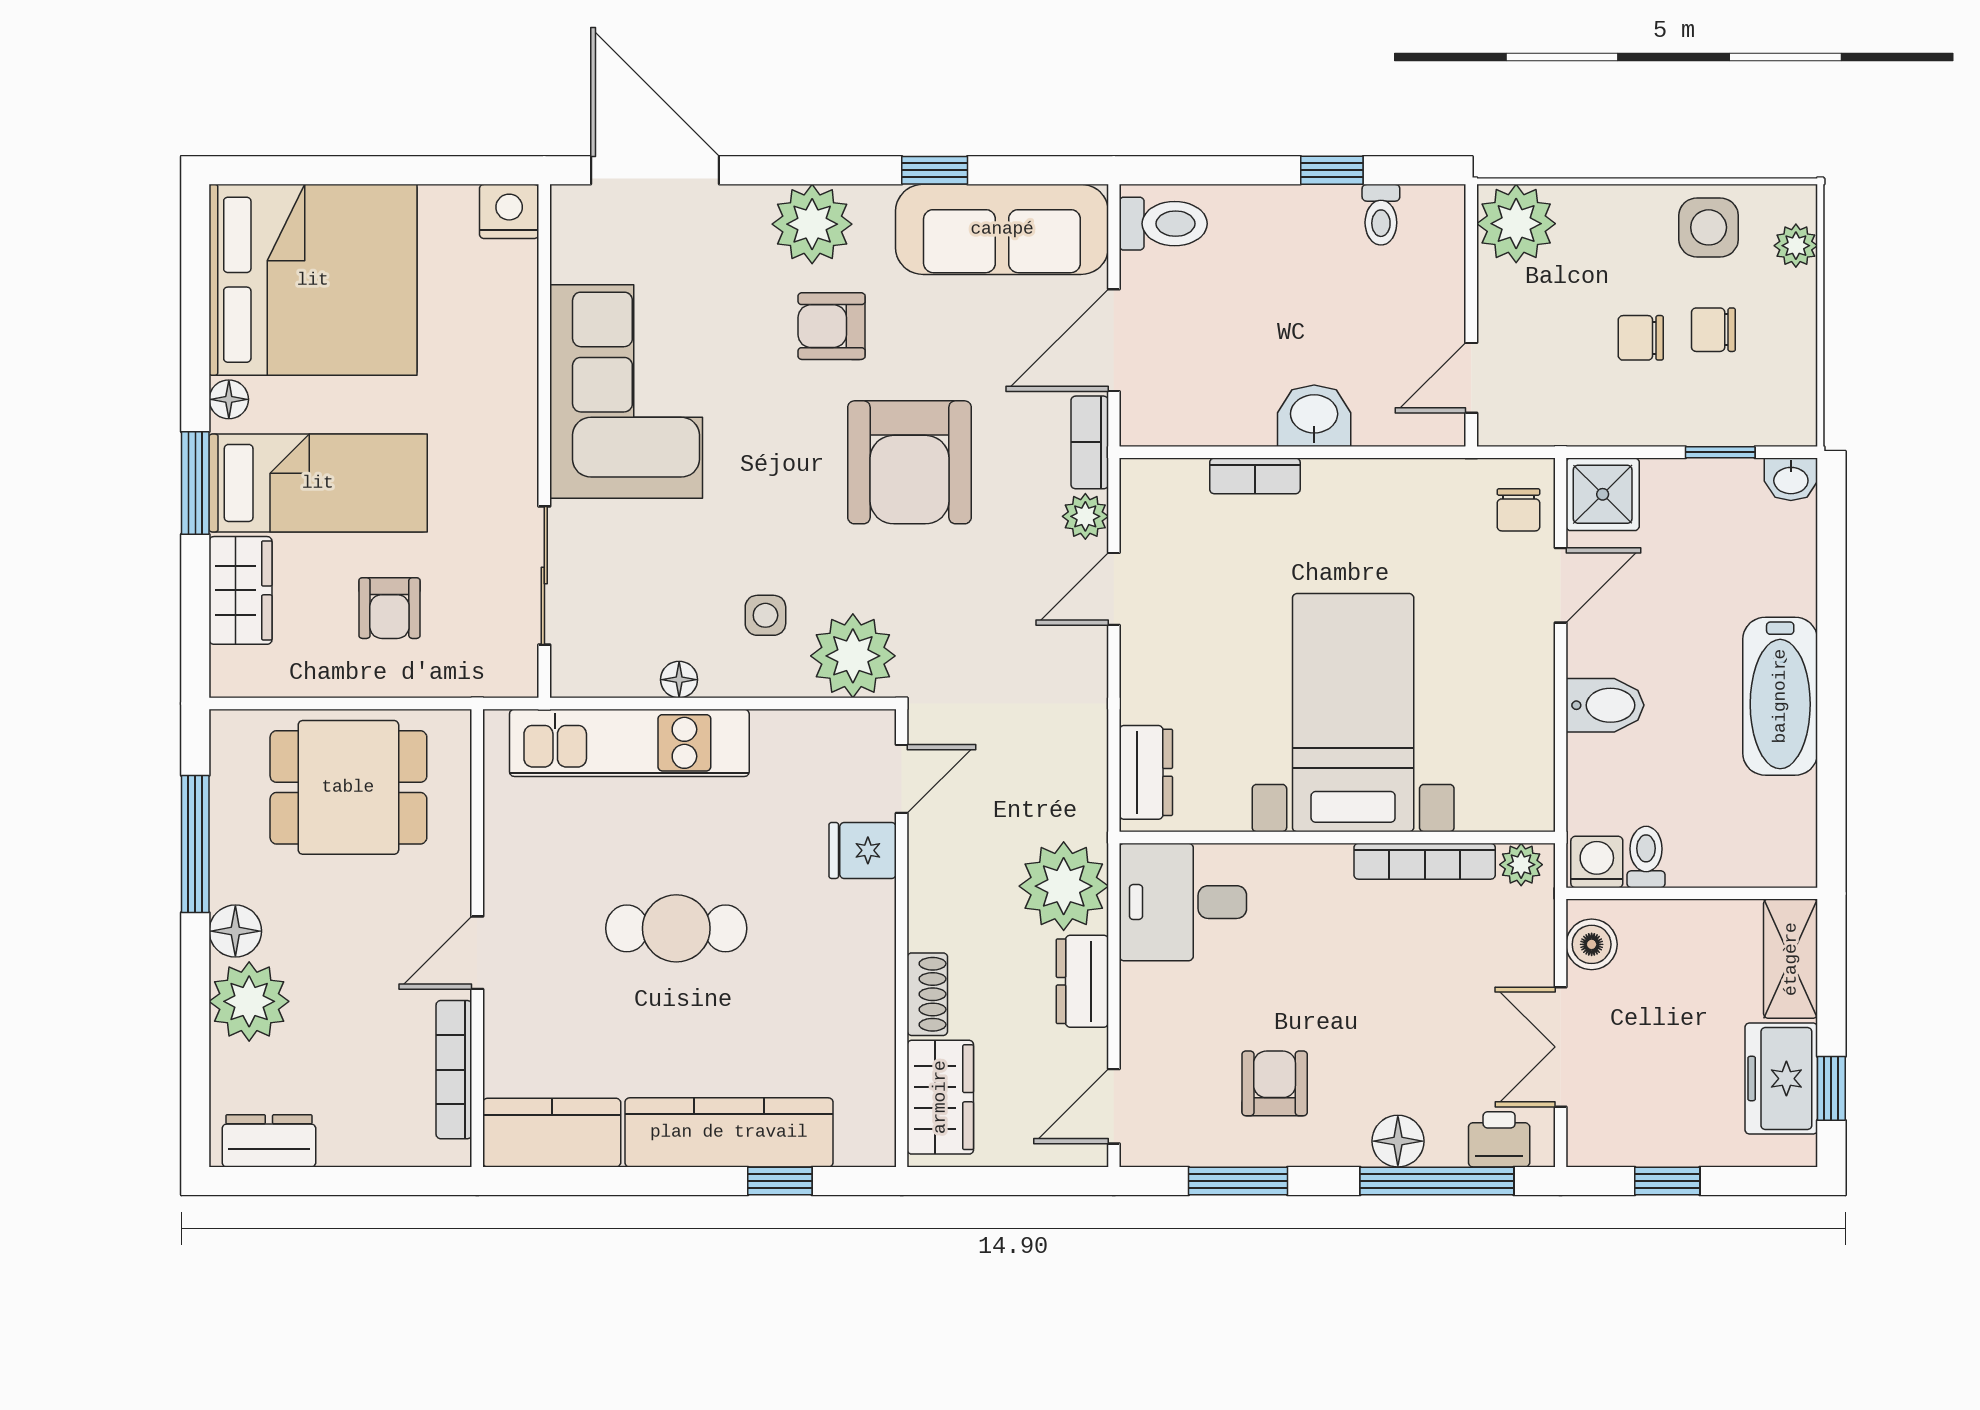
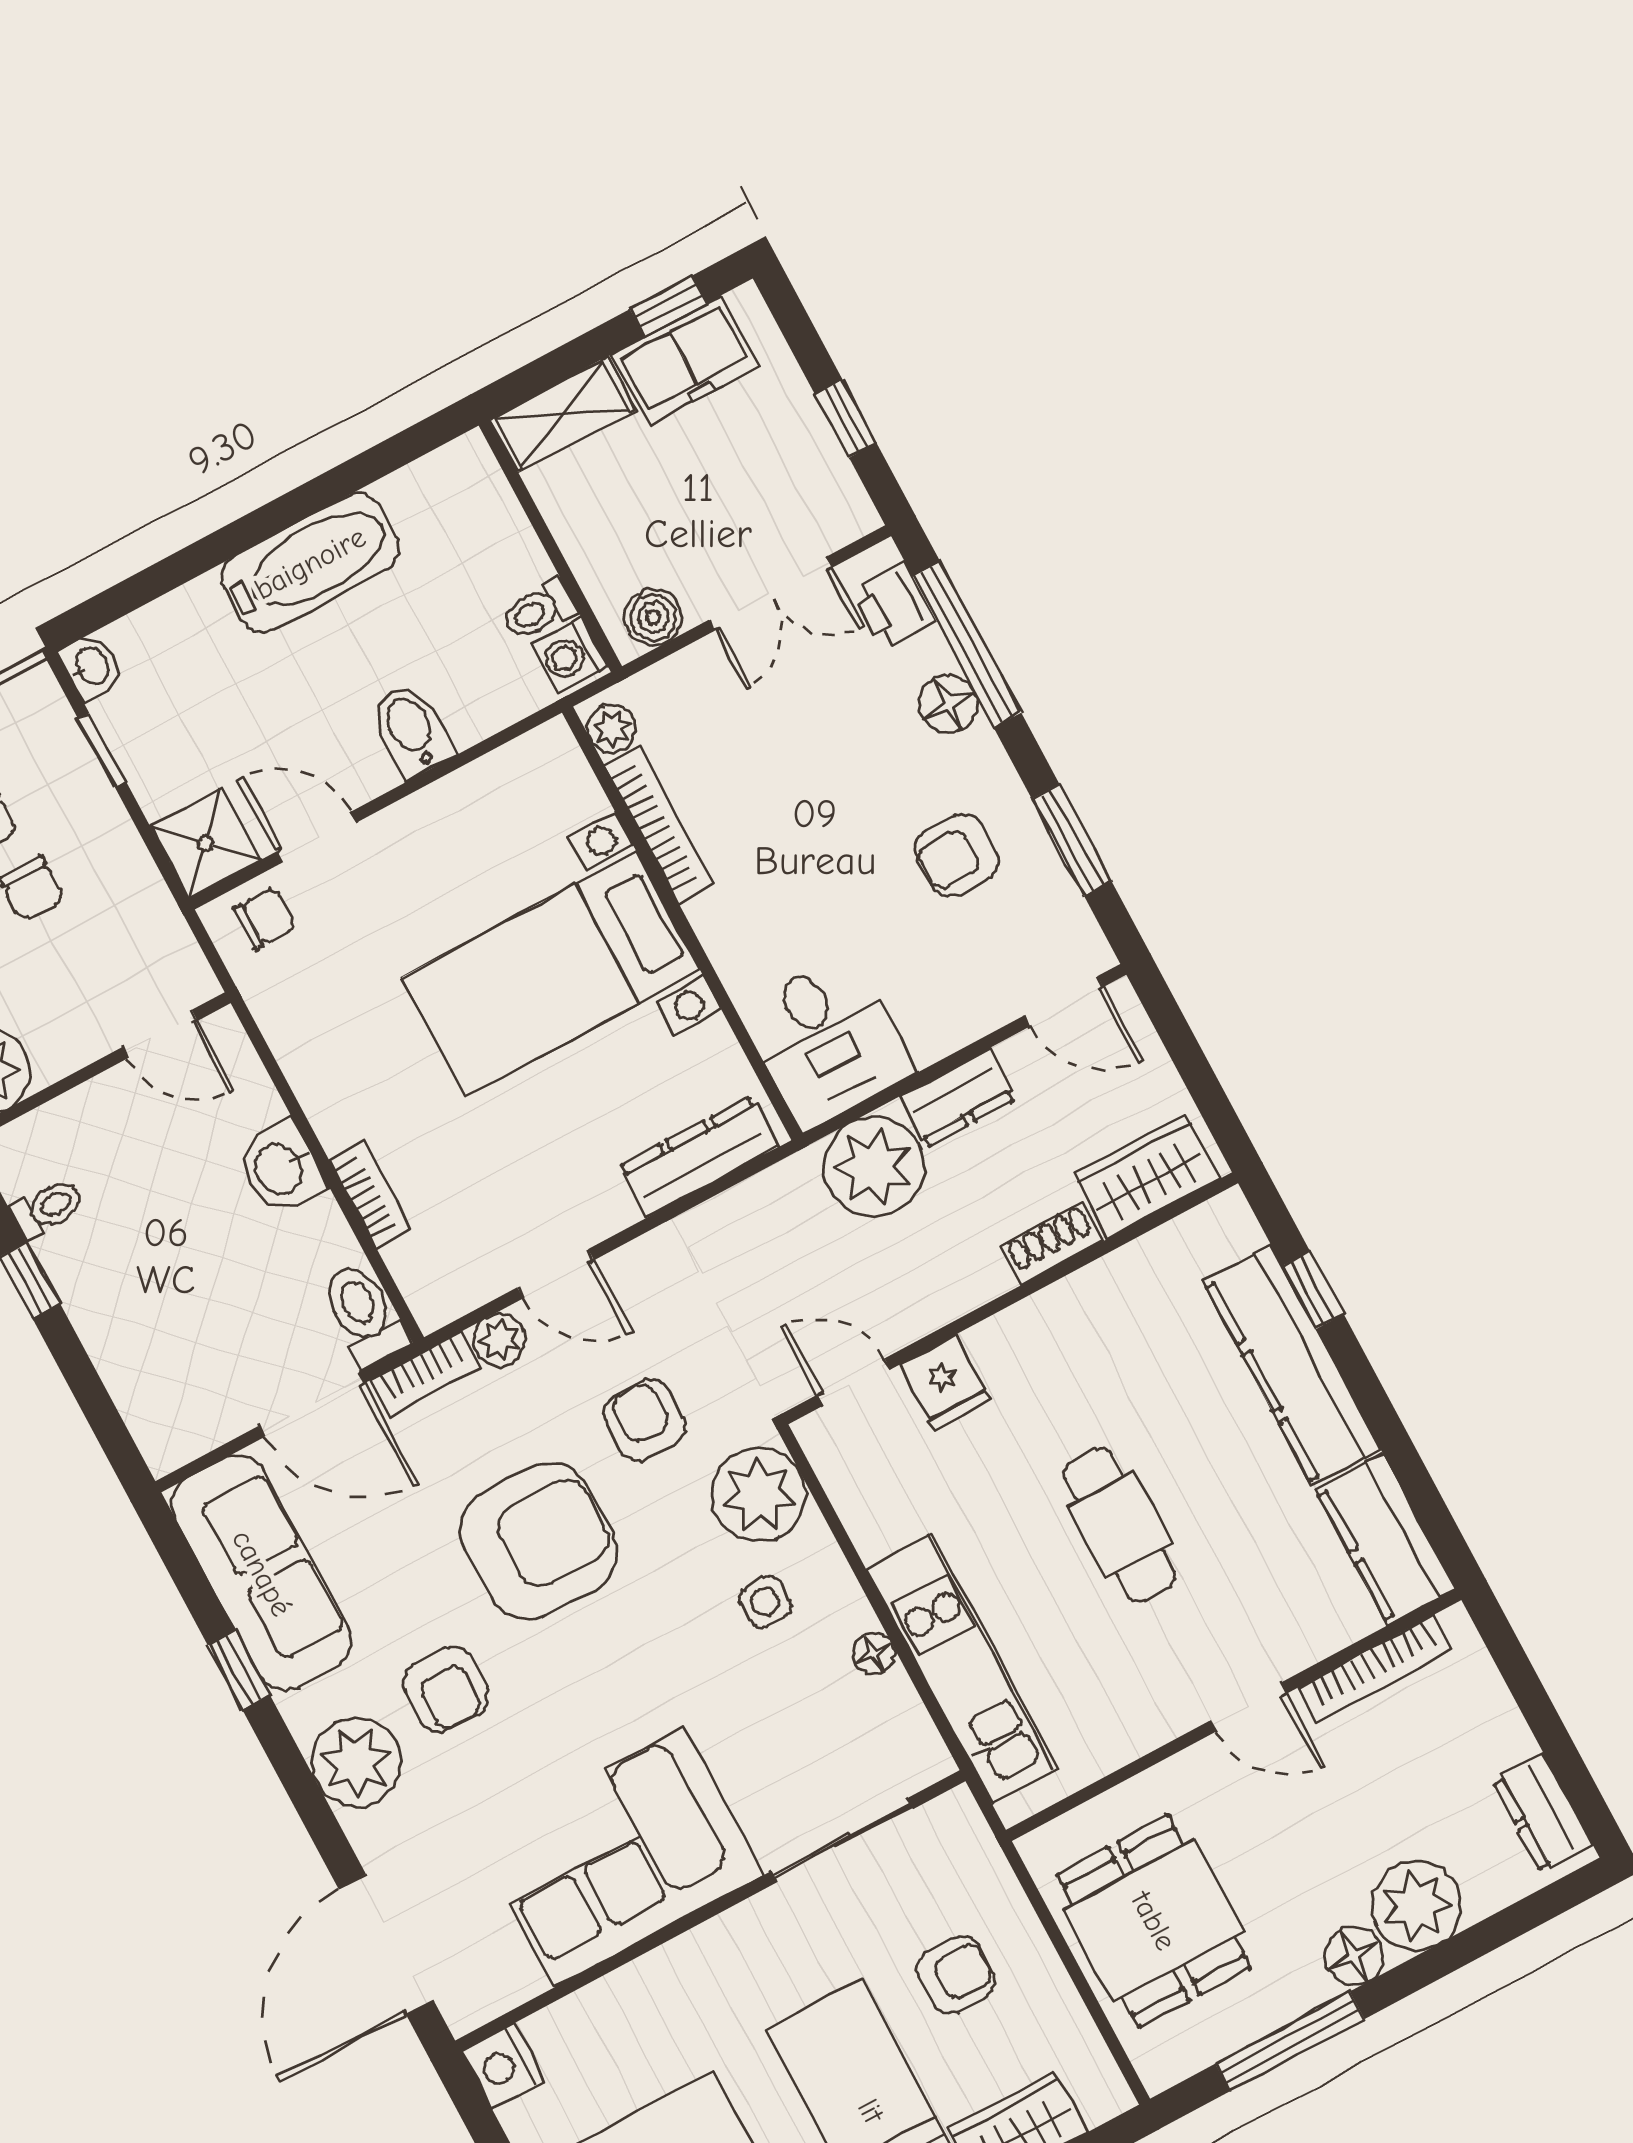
toilet: (1163, 224) -> (364, 1314), moved
armchair: (960, 597) -> (644, 1421), added
dresser: (1146, 772) -> (699, 1156), width x1.44

